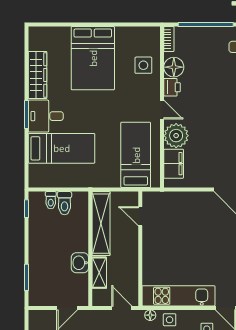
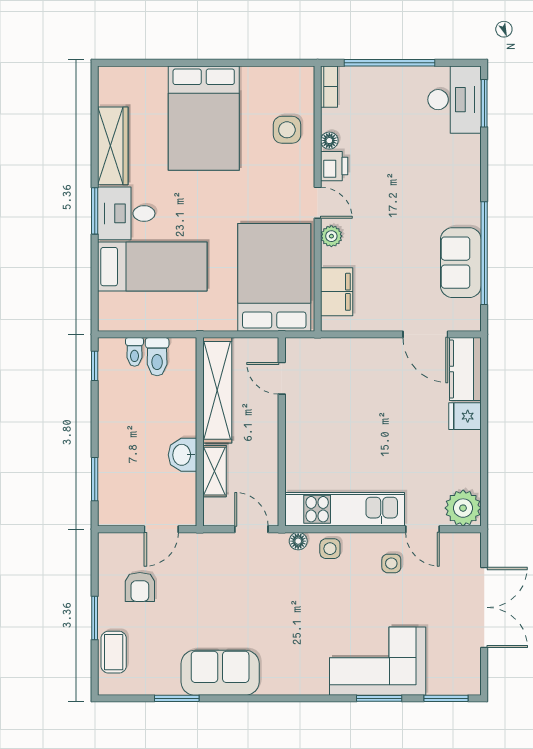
floor lamp: (174, 67) -> (329, 141), width x0.53, depth x0.53
plant: (176, 136) -> (331, 236), width x0.53, depth x0.53
bed: (136, 155) -> (274, 277), width x1.50

